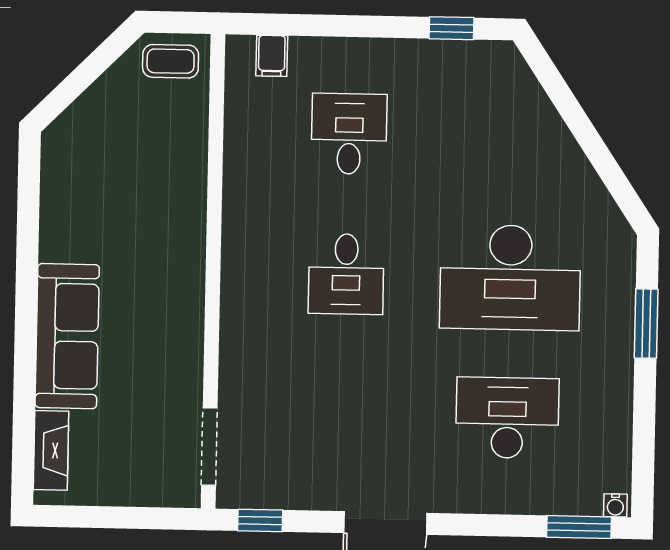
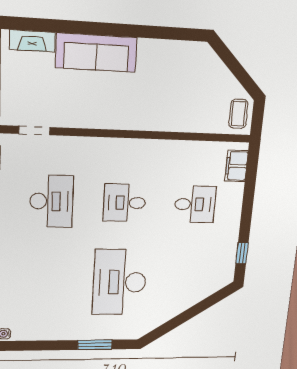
filing cabinet: (272, 56) -> (237, 166), width x2.00
desk: (507, 418) -> (51, 201), moved
doorway: (209, 447) -> (34, 130), width x0.73

